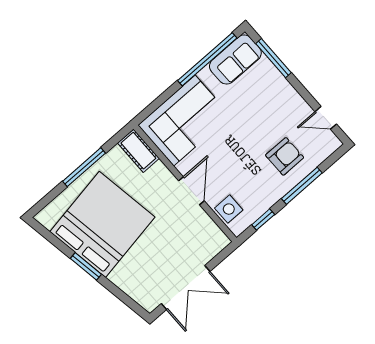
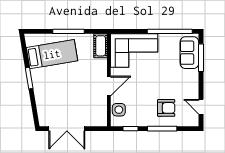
sofa: (235, 60) -> (189, 53), moved, turned 90
bed: (102, 224) -> (52, 54), width x0.49

